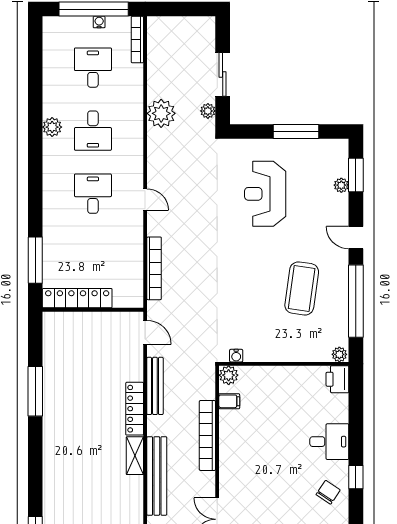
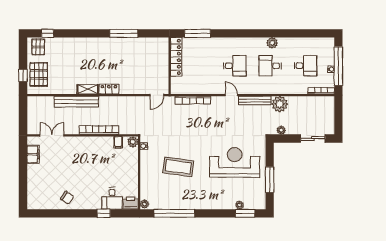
sliding door: (223, 74) -> (313, 139), moved
reception desk: (265, 194) -> (235, 162), width x1.36, depth x1.30
door: (145, 200) -> (231, 95), swing flipped
door: (356, 238) -> (210, 213), removed
coffee table: (302, 288) -> (178, 167), moved
bench: (155, 386) -> (255, 101), moved
locker: (135, 409) -> (109, 89), width x0.66
desk: (329, 442) -> (112, 198), moved
window: (356, 477) -> (104, 213), moved

